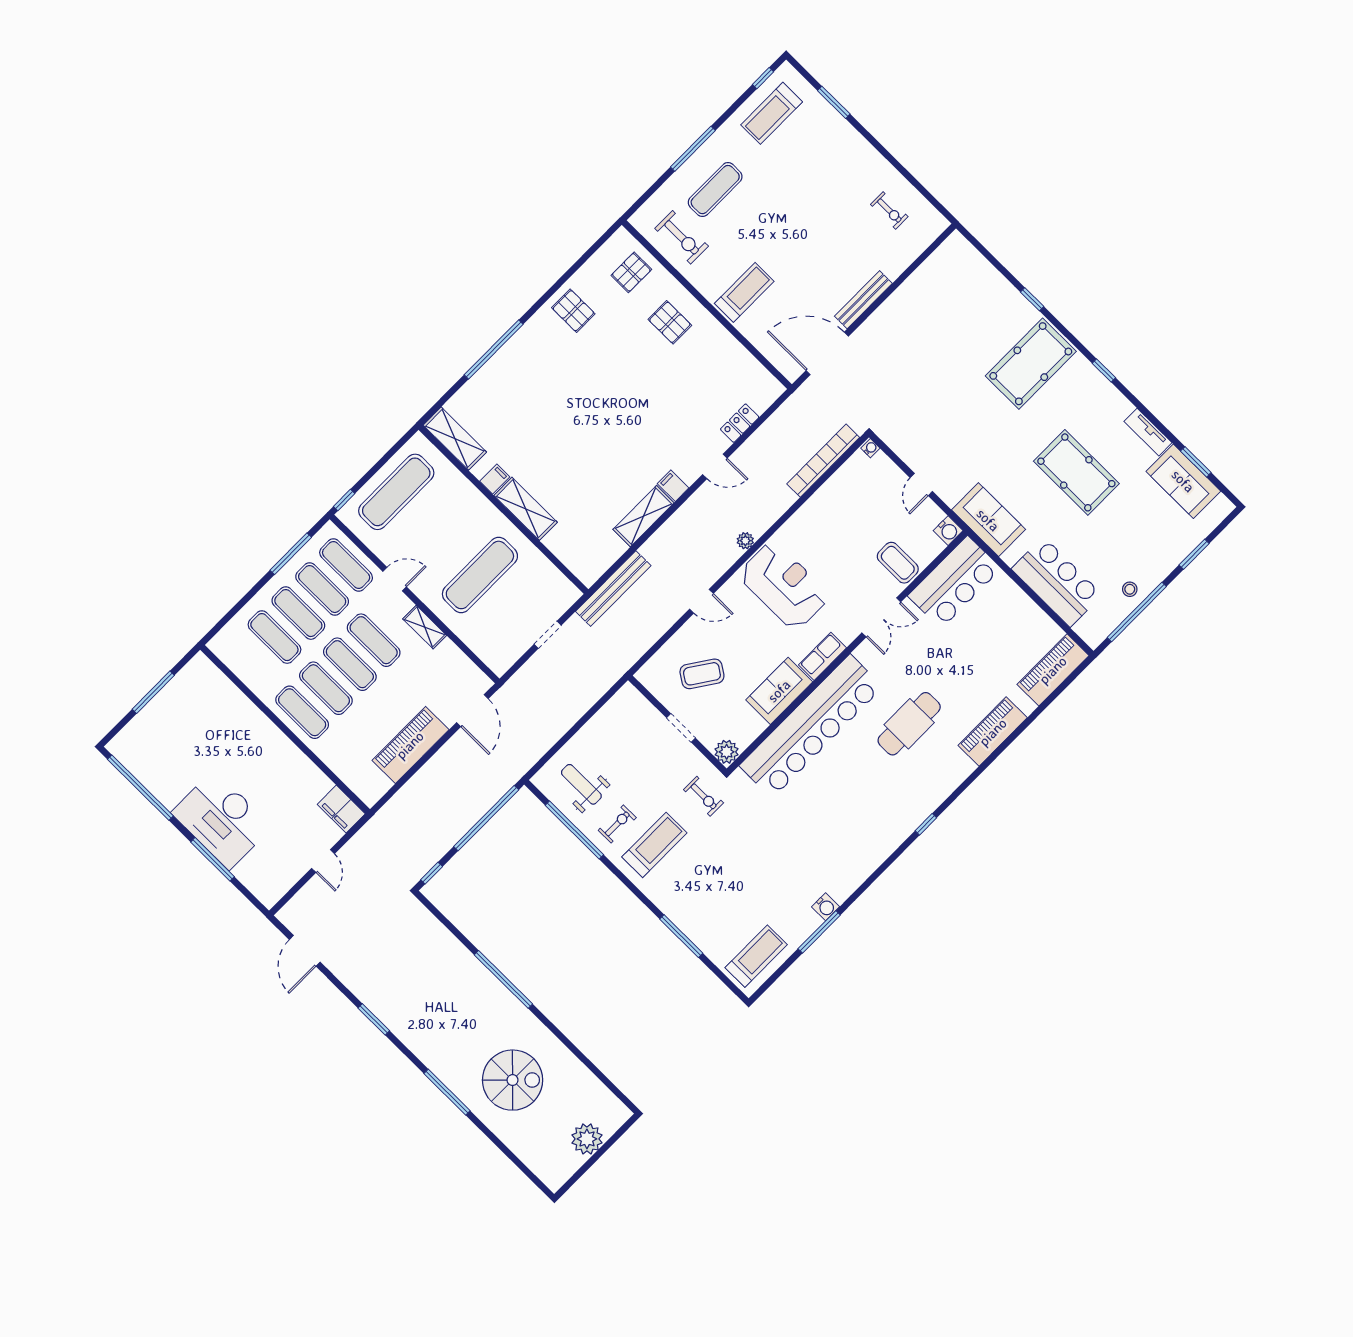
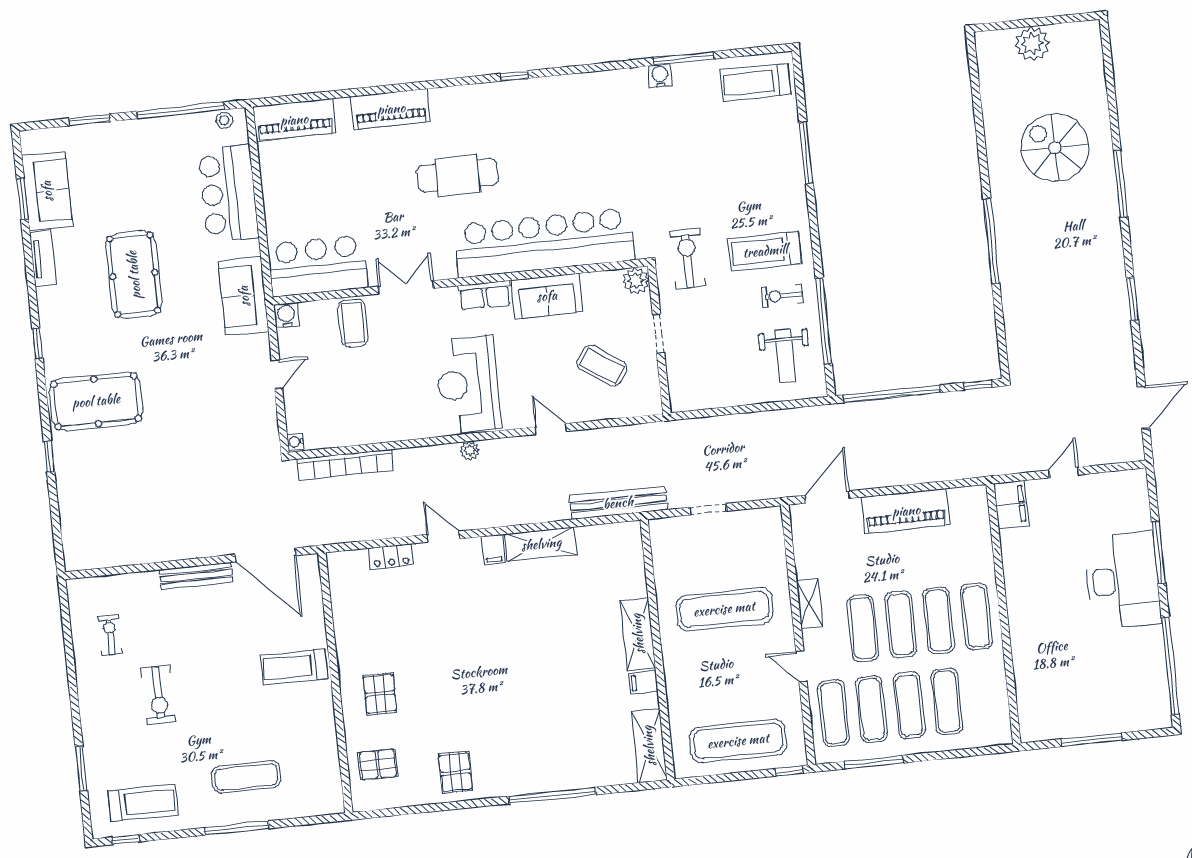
exercise bike: (682, 237) -> (158, 695), moved, turned 180
stool: (1130, 589) -> (224, 120), moved
exercise bike: (704, 796) -> (688, 258), width x1.38, depth x1.39

